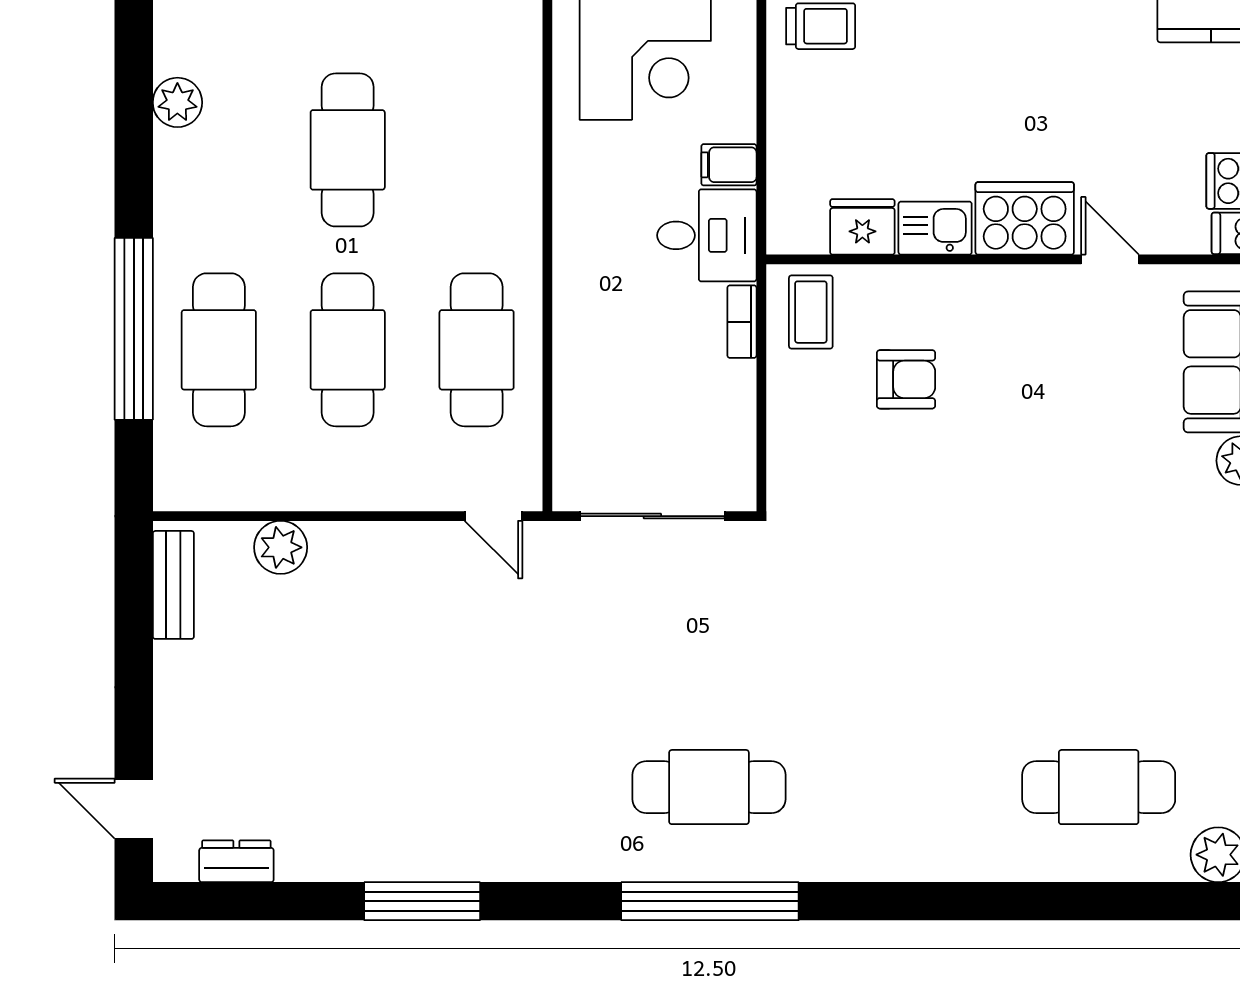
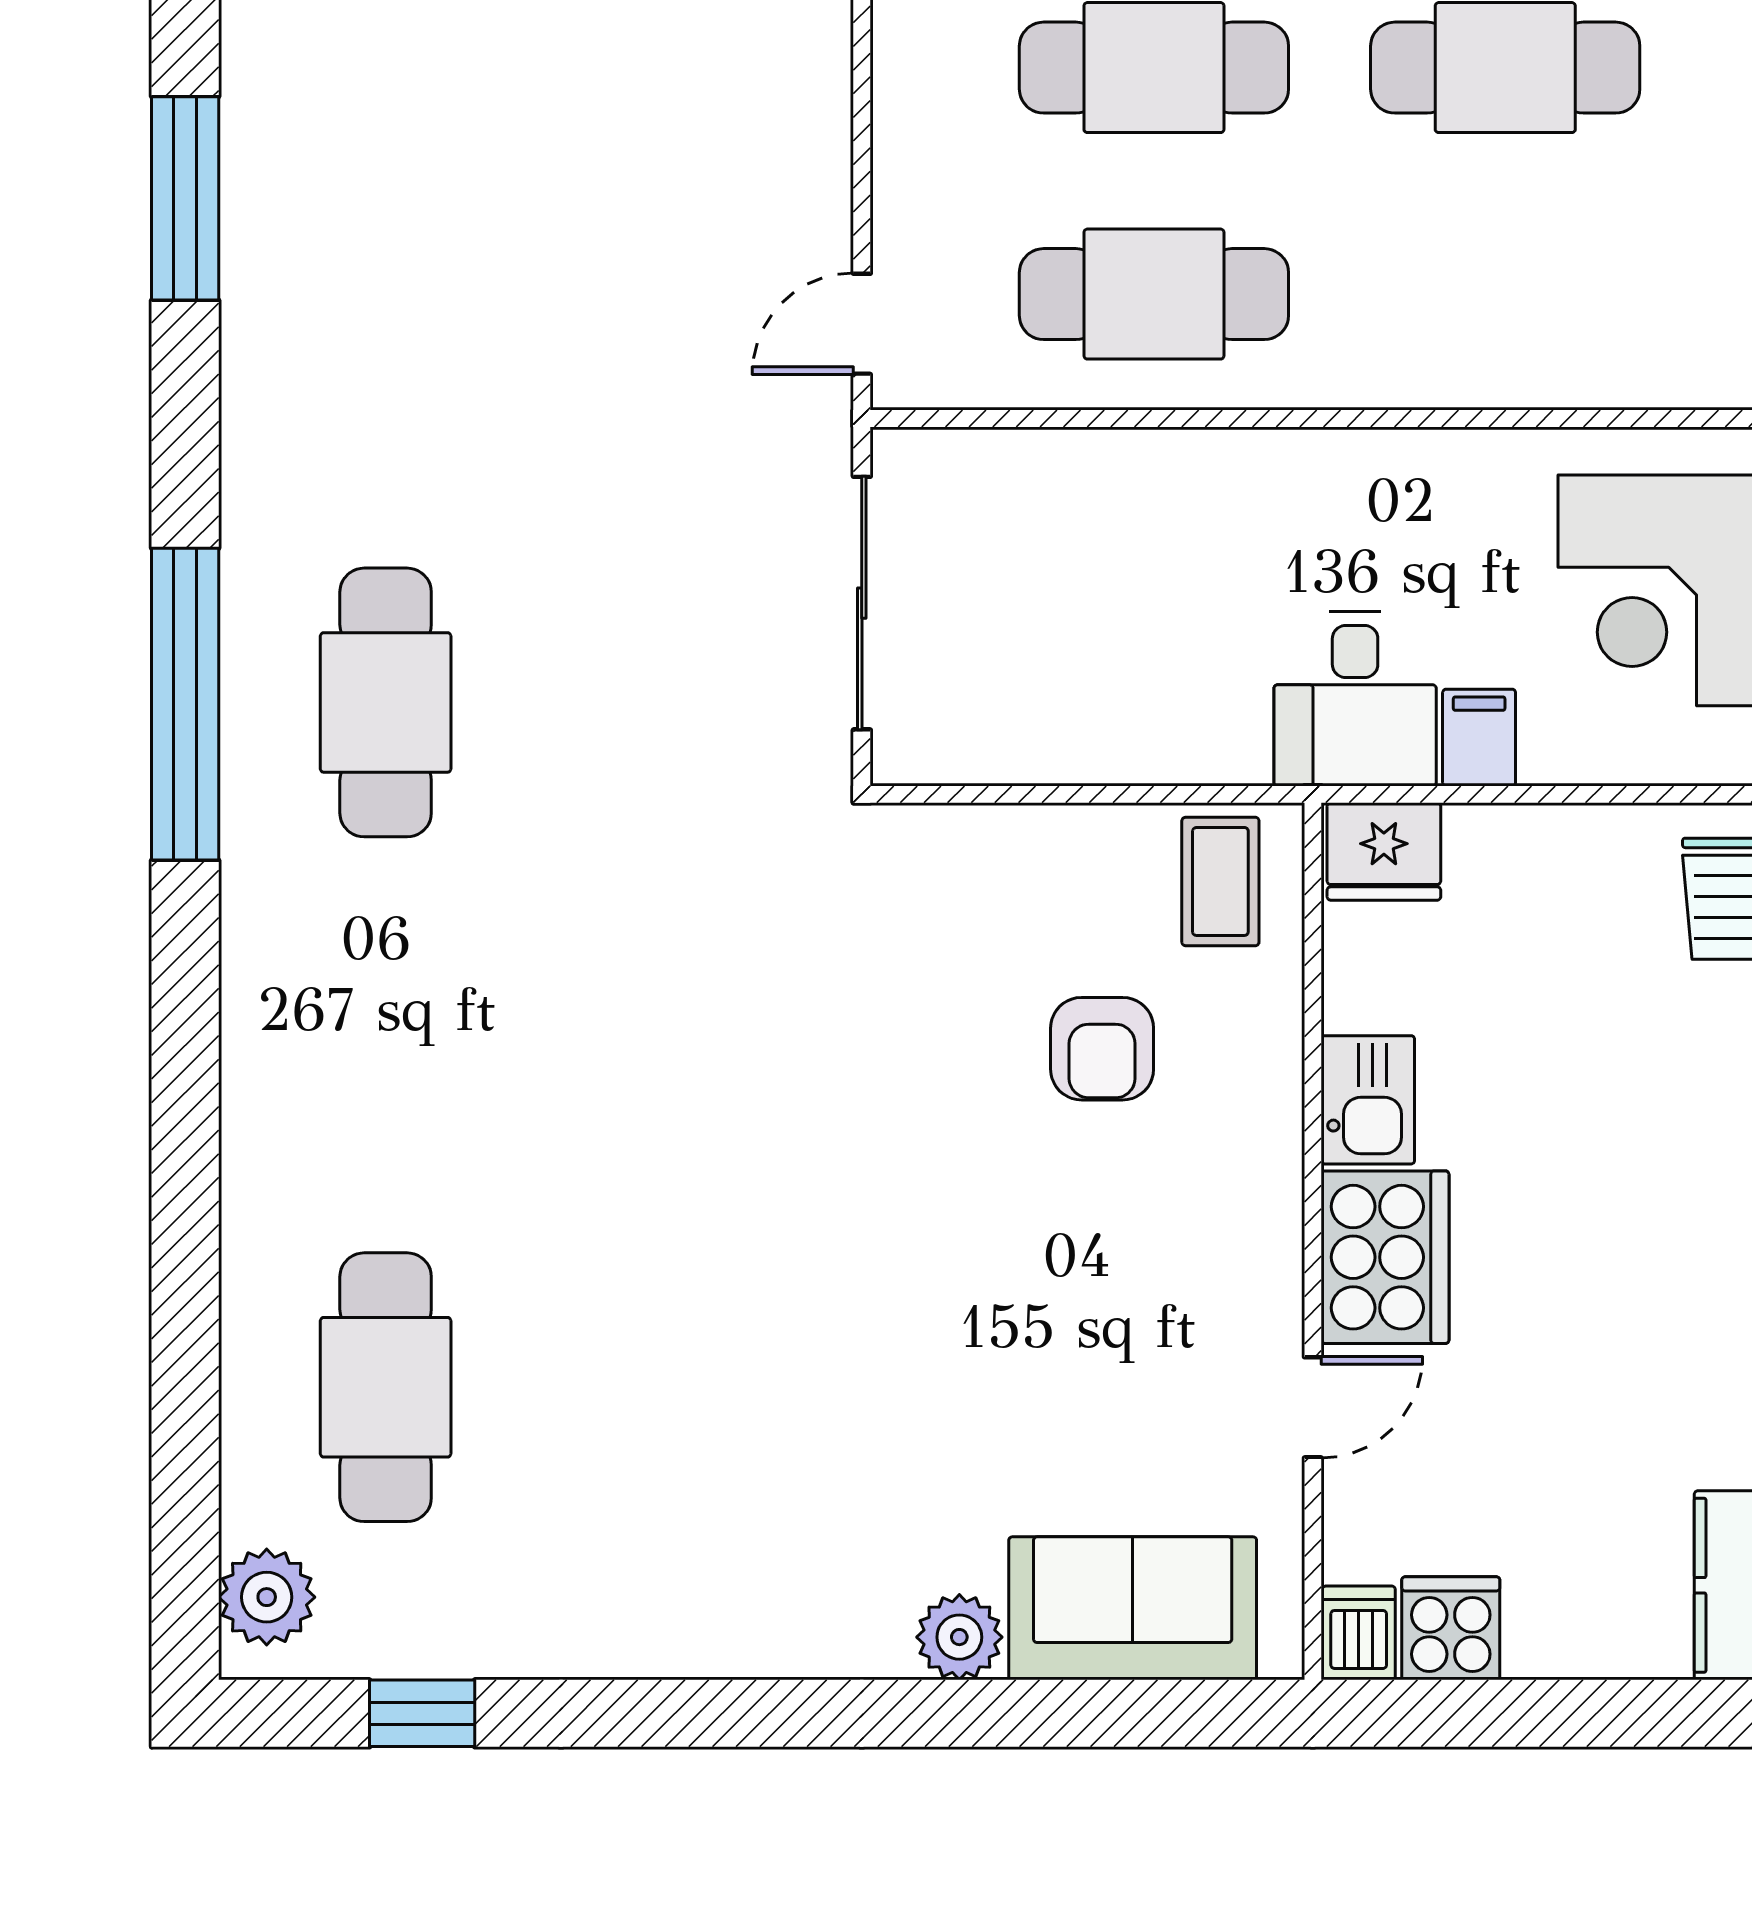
fridge: (862, 227) -> (1384, 852), moved, turned 90
coffee table: (811, 312) -> (1220, 881), turned 90
bookcase: (742, 322) -> (1204, 760), removed

